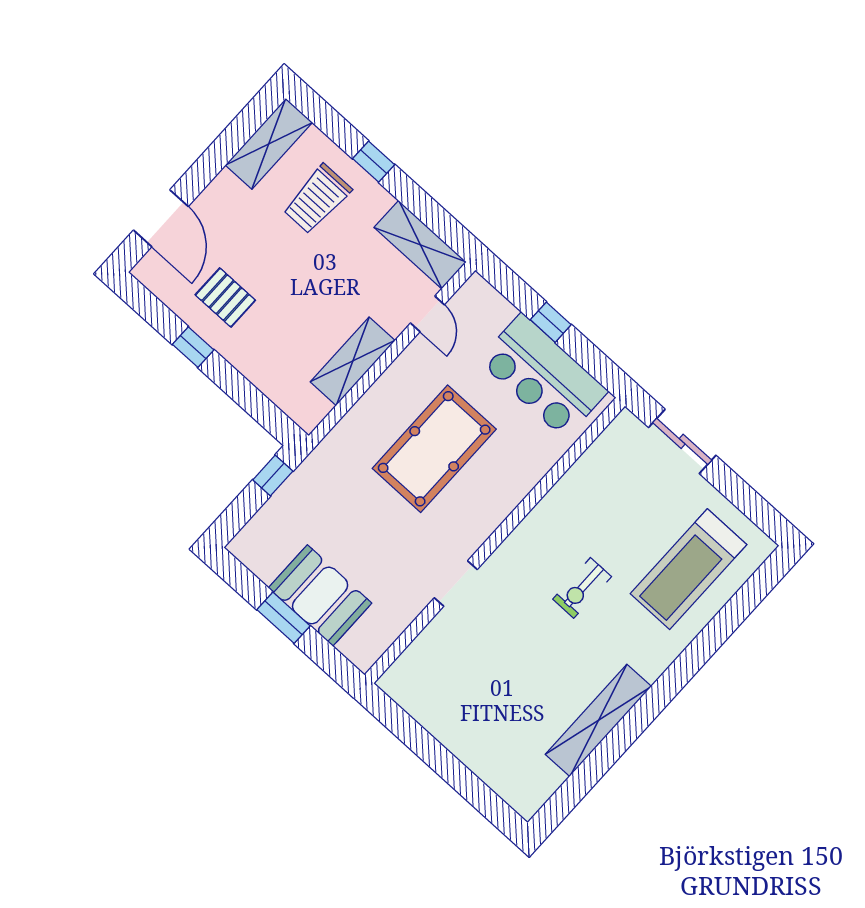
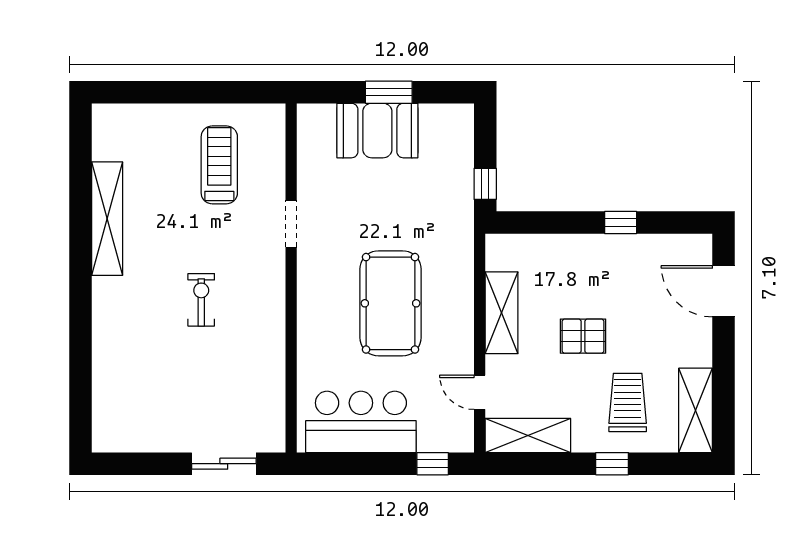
pallet: (225, 298) -> (583, 336), moved
window: (551, 322) -> (433, 464), moved
treadmill: (688, 569) -> (219, 165), moved, width x0.73, depth x0.73

